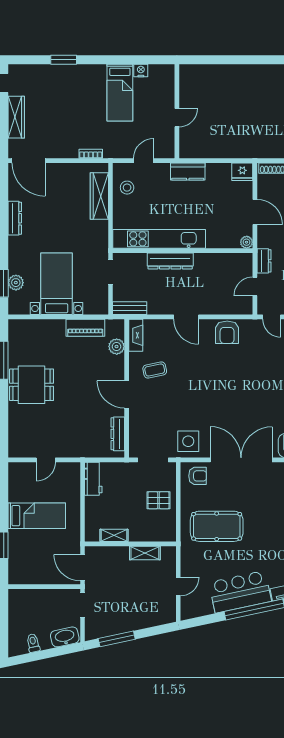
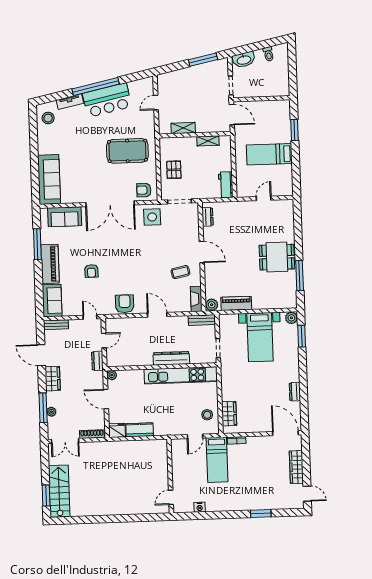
bed: (120, 93) -> (217, 460), moved, turned 180
door: (177, 118) -> (171, 497), moved
kitchen counter: (188, 171) -> (140, 430), moved
wardrobe: (99, 196) -> (229, 414), width x0.67
dresser: (15, 218) -> (295, 392), width x0.70
plant: (16, 283) -> (291, 318), moved
plant: (117, 347) -> (212, 305), moved
armchair: (268, 375) -> (91, 271), added
dresser: (118, 434) -> (208, 217), width x0.70
pallet: (159, 500) -> (174, 170), turned 90

